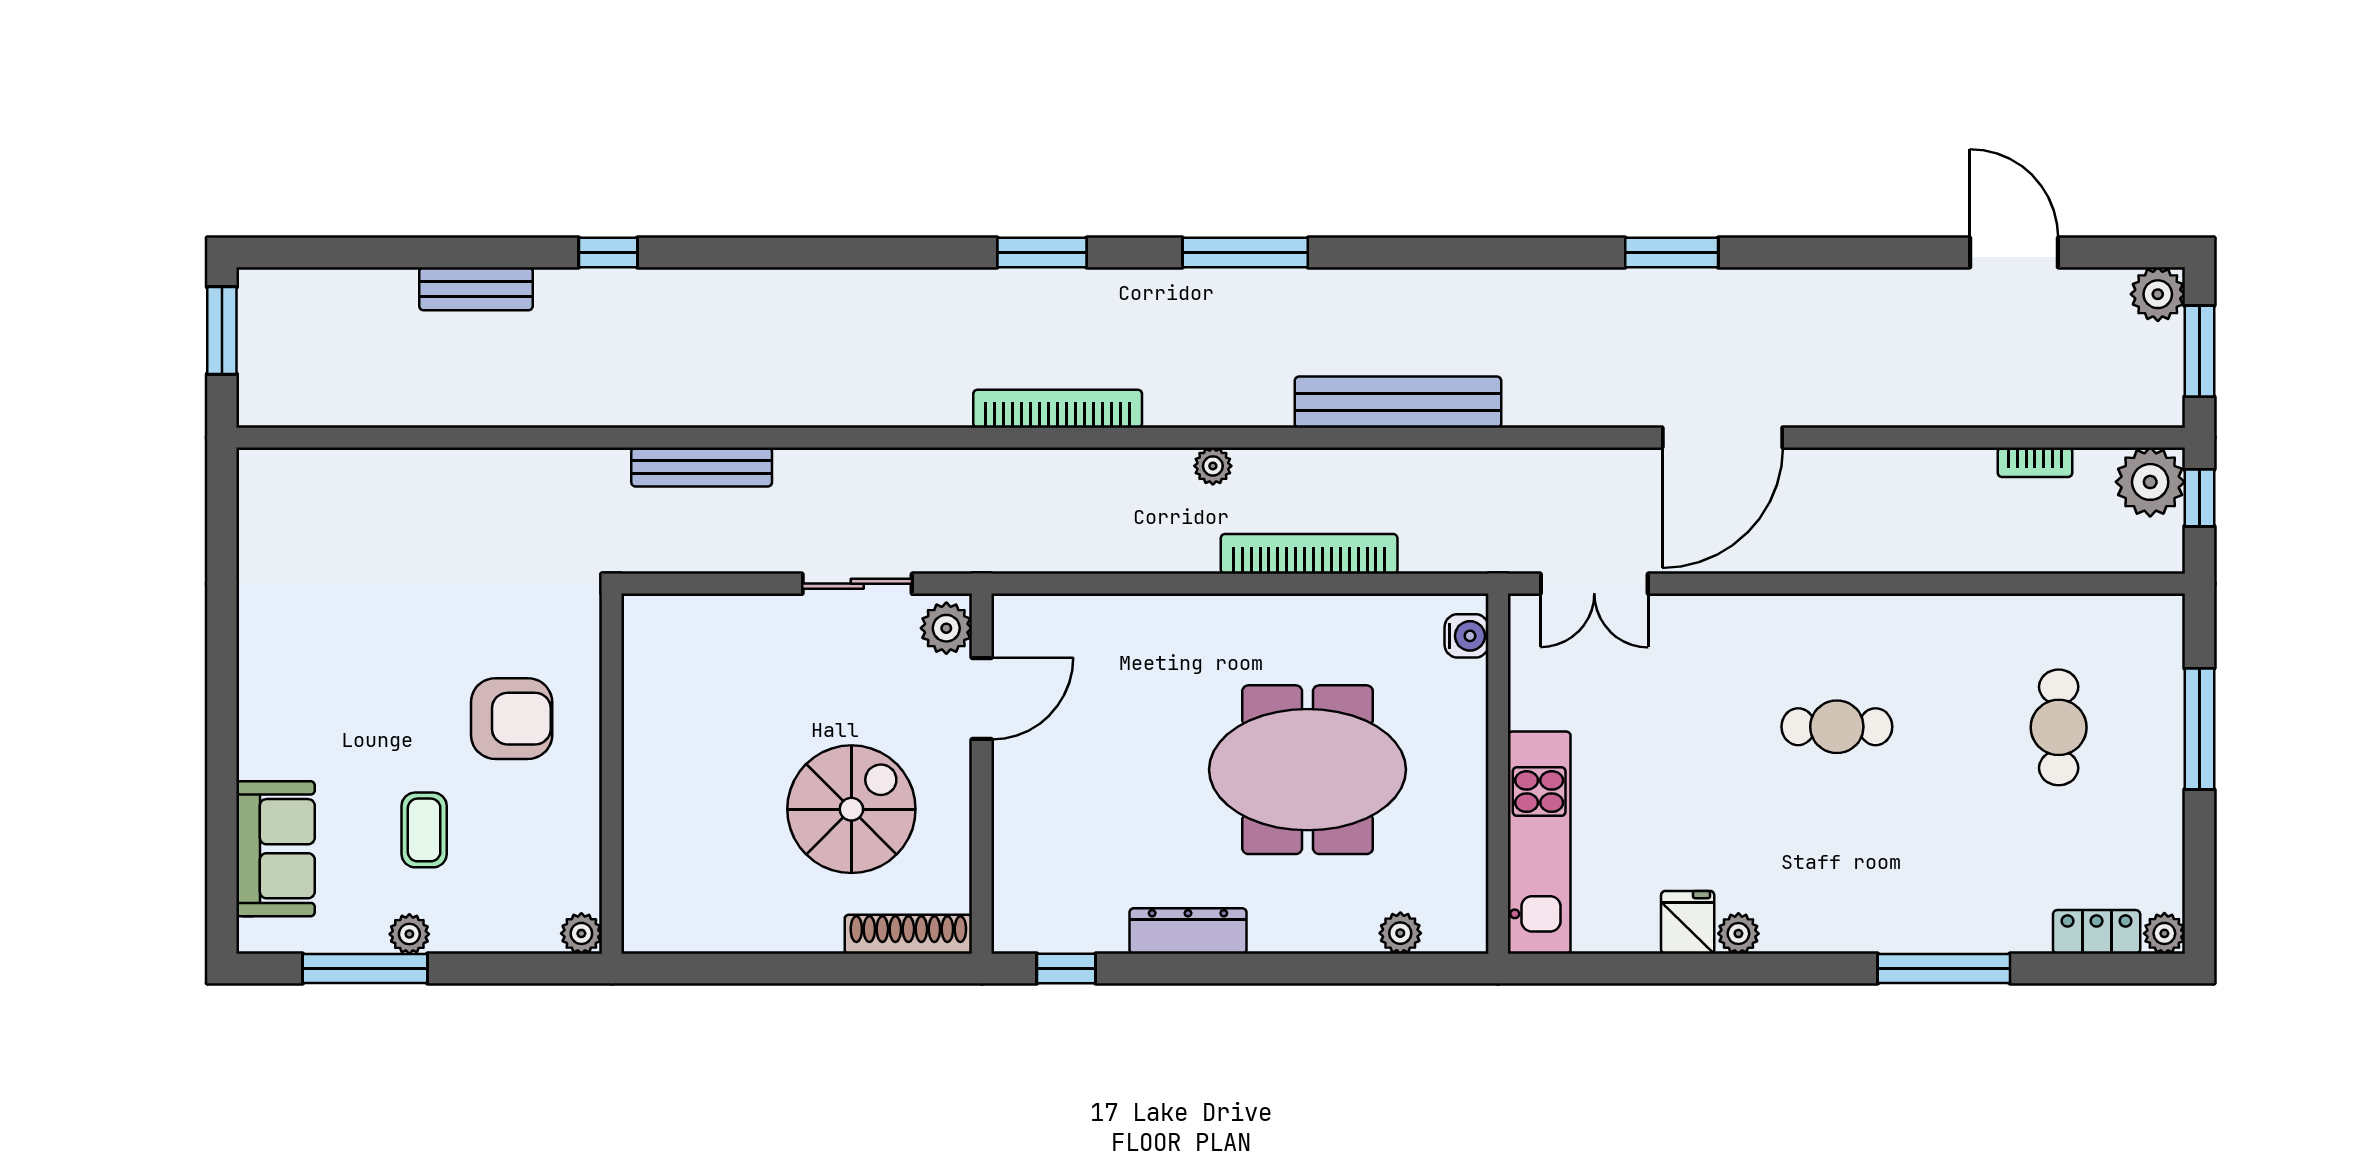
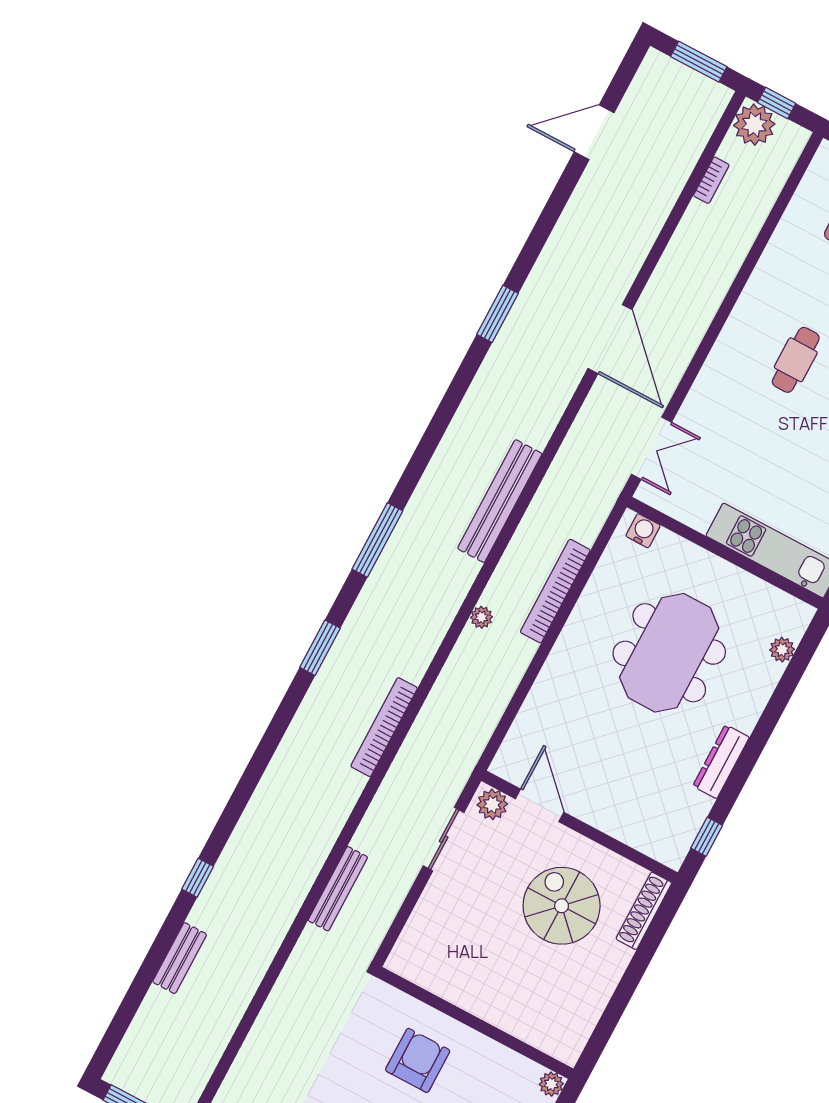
plant: (2158, 294) -> (657, 68), removed
bookcase: (1058, 409) -> (384, 727), moved

